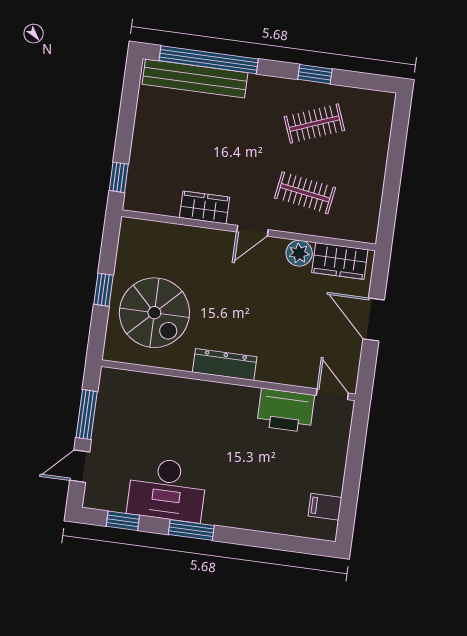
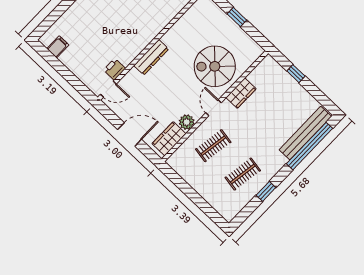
clothes rail: (314, 124) -> (243, 174), turned 30
window: (119, 177) -> (296, 74), moved
spiral stairs: (154, 313) -> (215, 66), moved
dresser: (225, 364) -> (151, 57), moved
printer: (286, 410) -> (115, 69), width x0.53, depth x0.68

